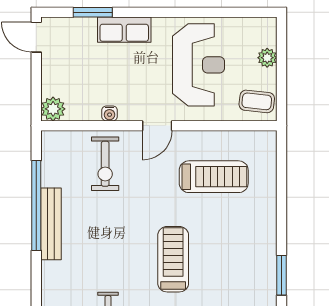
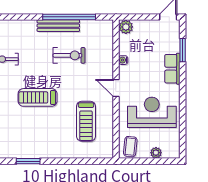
reception desk: (198, 65) -> (152, 112), turned 180
exercise bike: (105, 164) -> (69, 55), moved, turned 180
treadmill: (173, 259) -> (38, 97), turned 180

